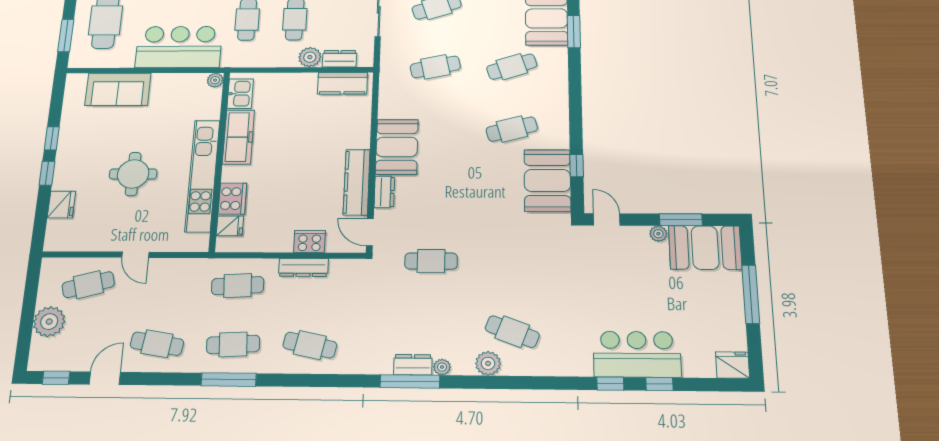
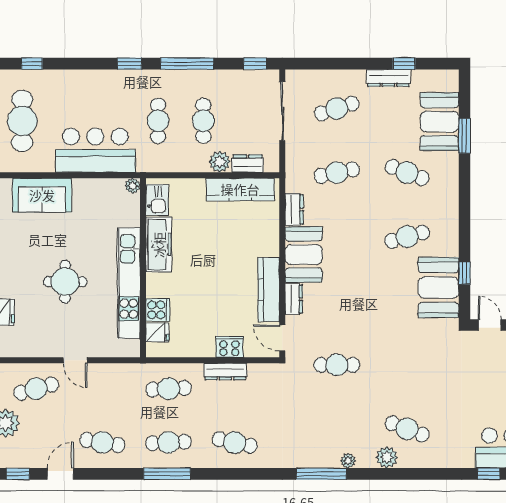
cafe table: (512, 67) -> (407, 173), turned 39
kitchen counter: (342, 83) -> (240, 189), width x1.50
cooker: (232, 199) -> (158, 310), width x0.73
dresser: (413, 365) -> (294, 209), moved, turned 90

